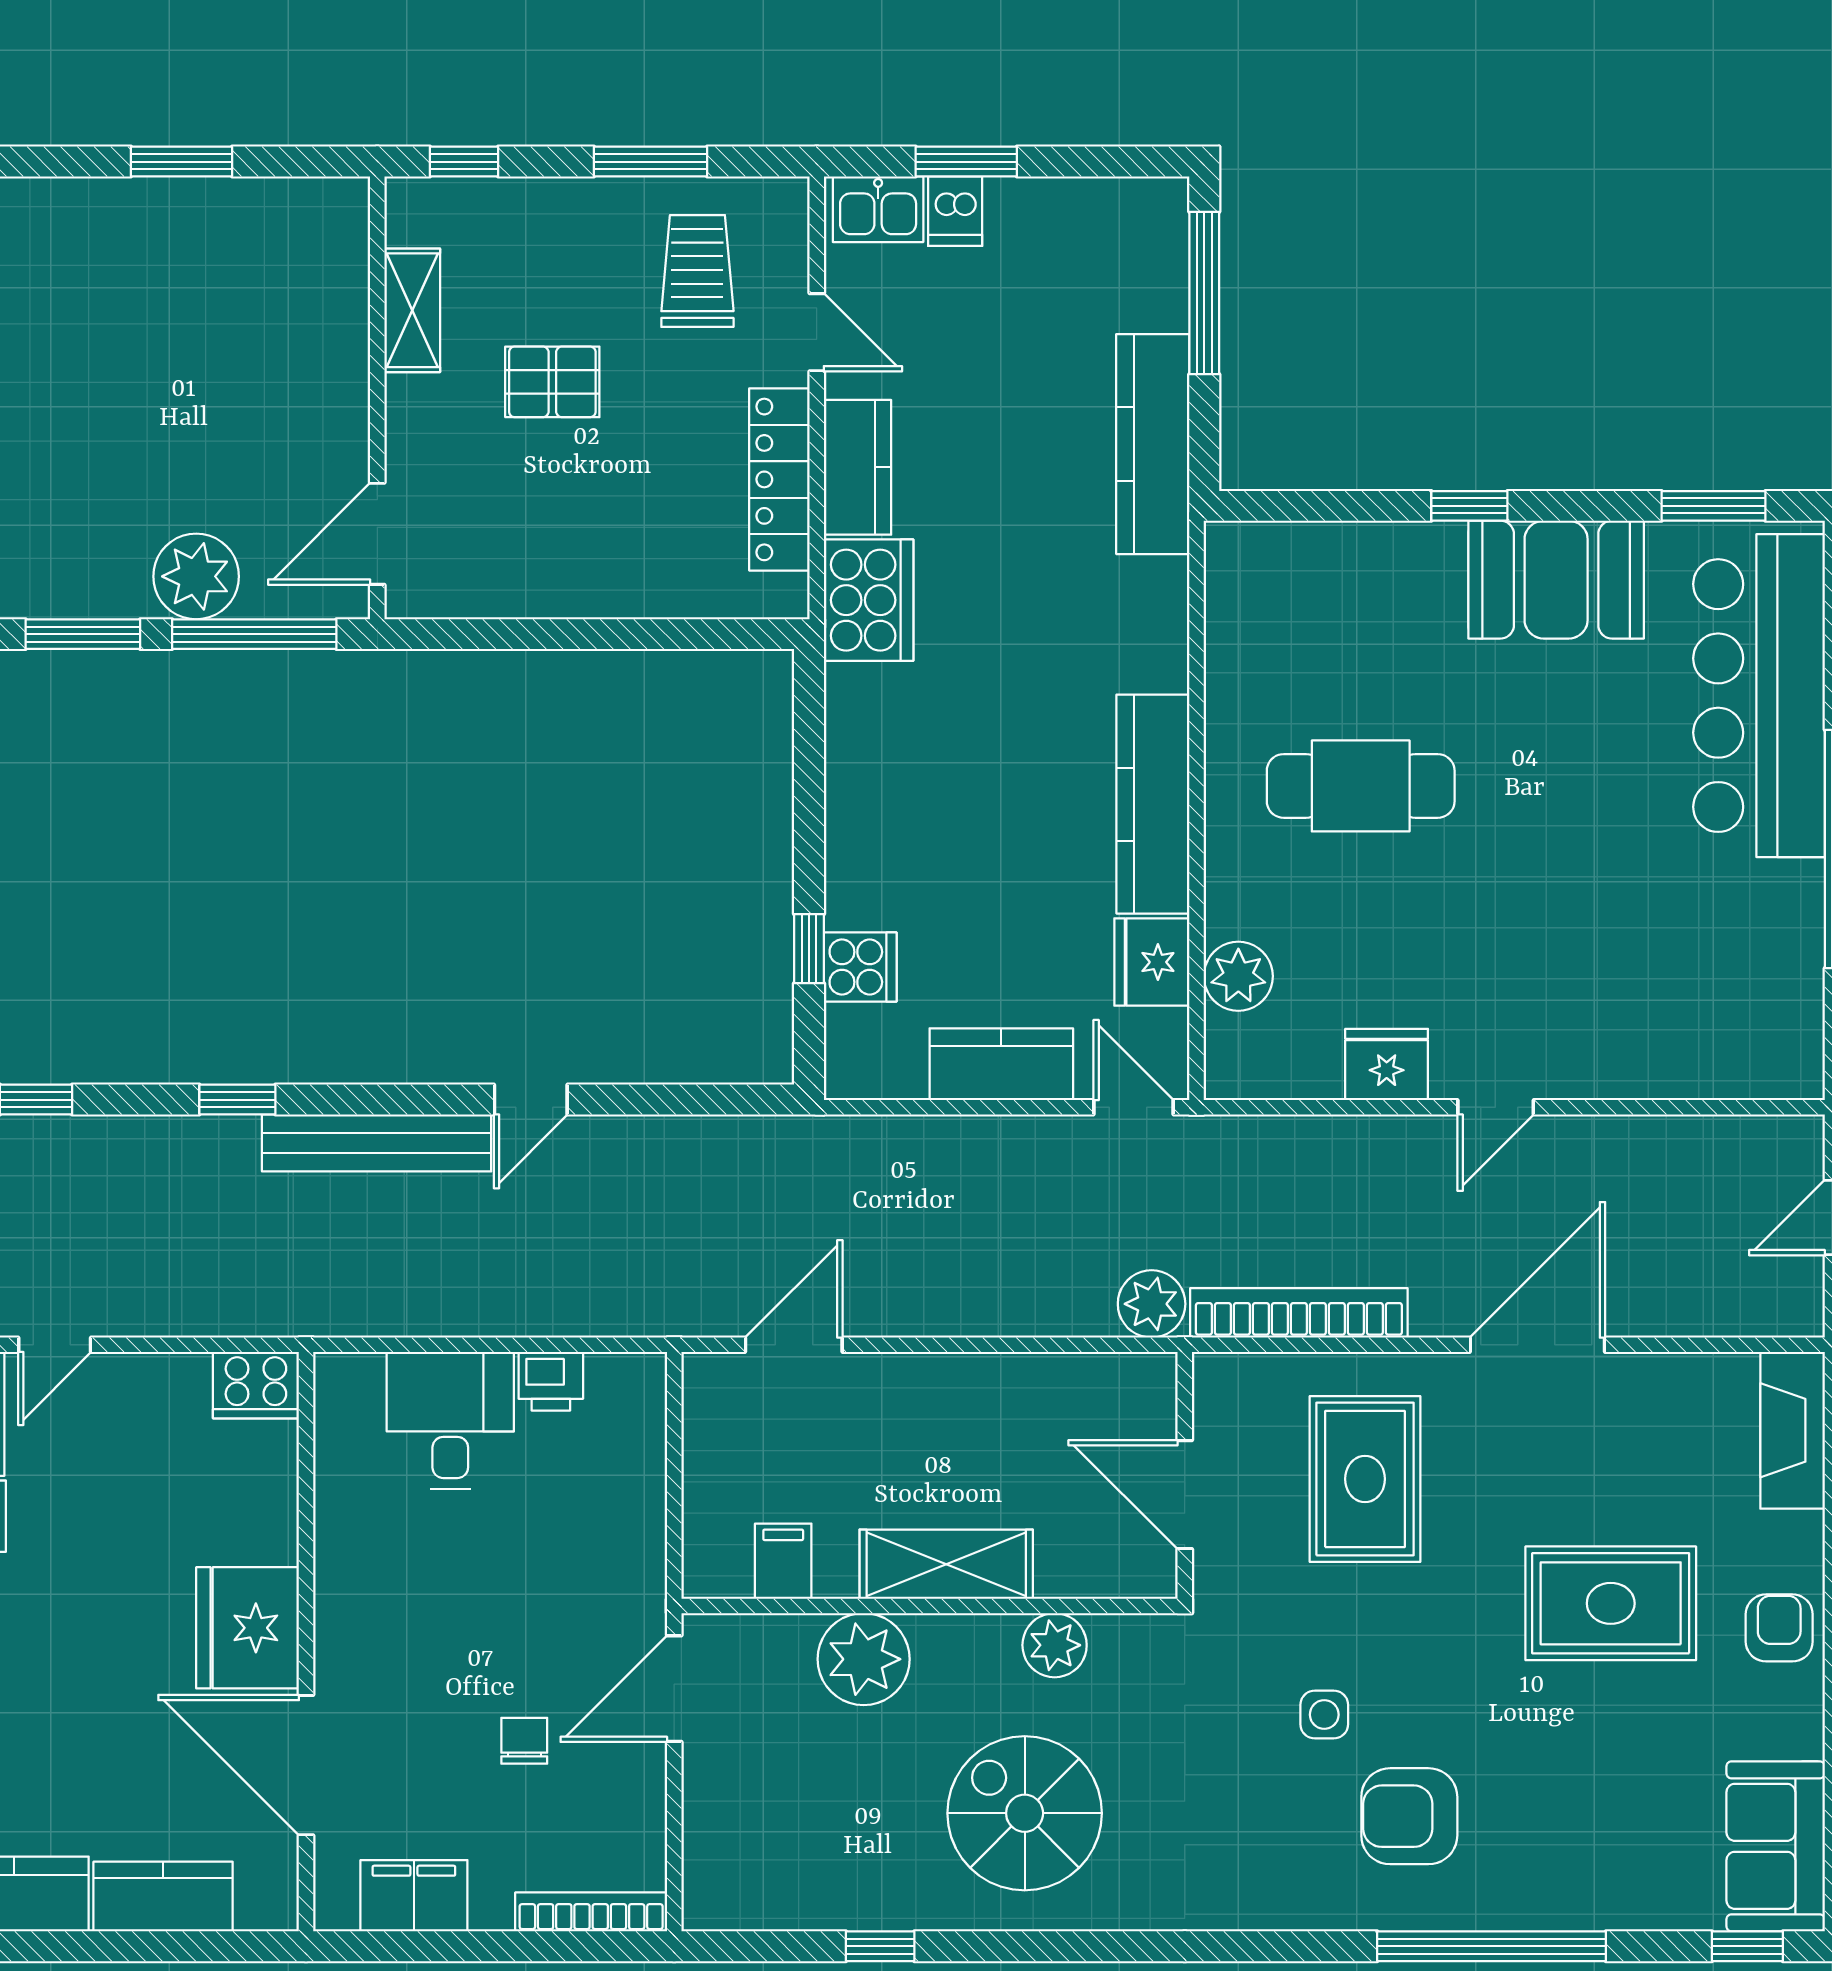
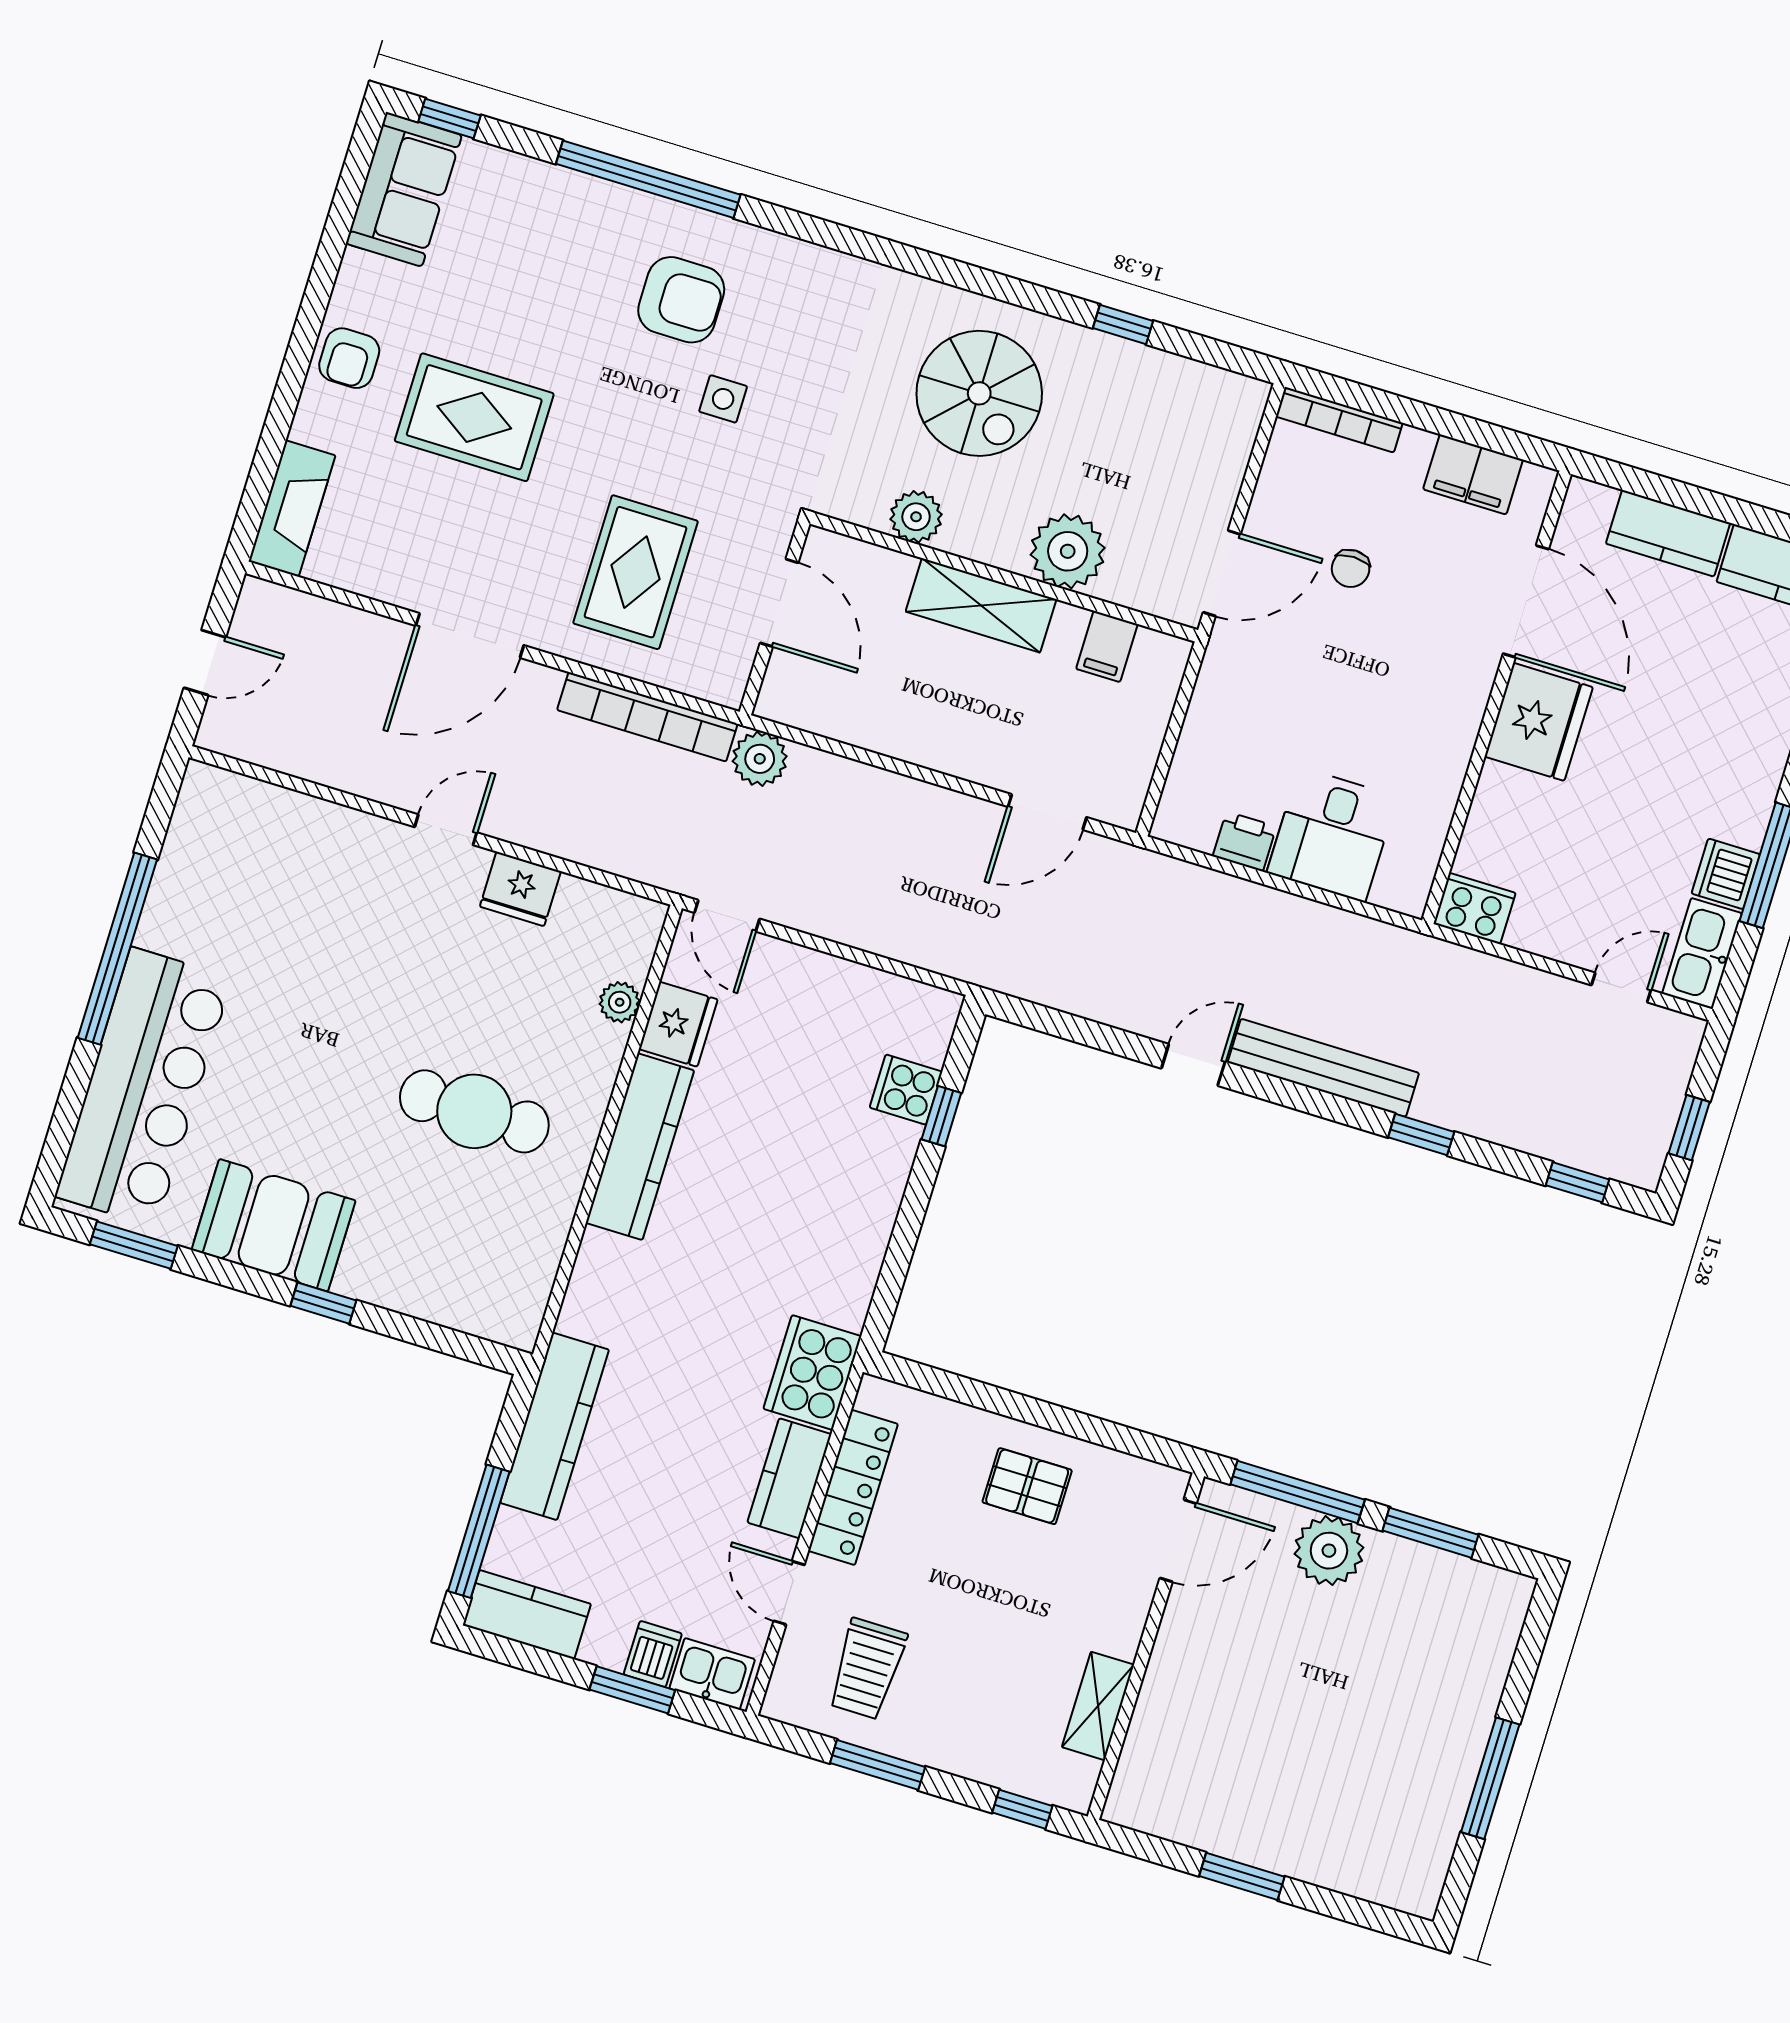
pallet: (552, 382) -> (1027, 1486), moved
plant: (1238, 976) -> (620, 1002), width x0.73, depth x0.73
kitchen counter: (1001, 1064) -> (527, 1615), moved, turned 180

